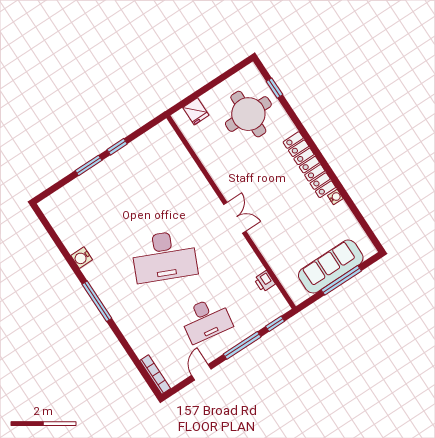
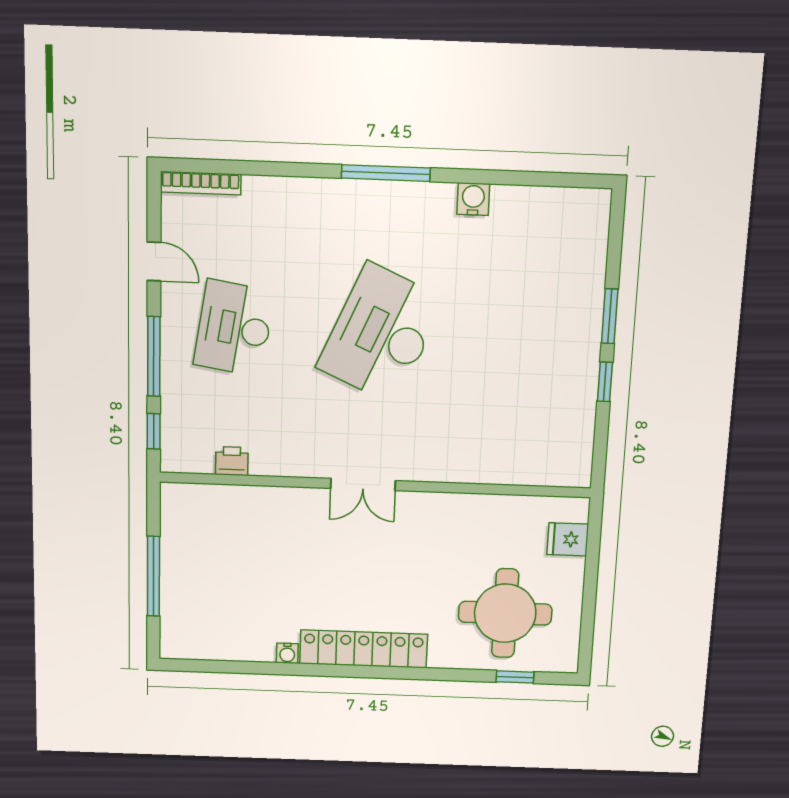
sofa: (331, 267) -> (186, 575), removed

